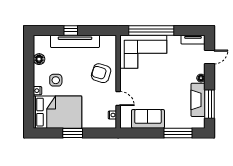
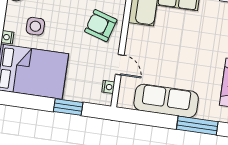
sofa: (148, 119) -> (166, 101), width x1.36
window: (73, 133) -> (68, 107), moved

